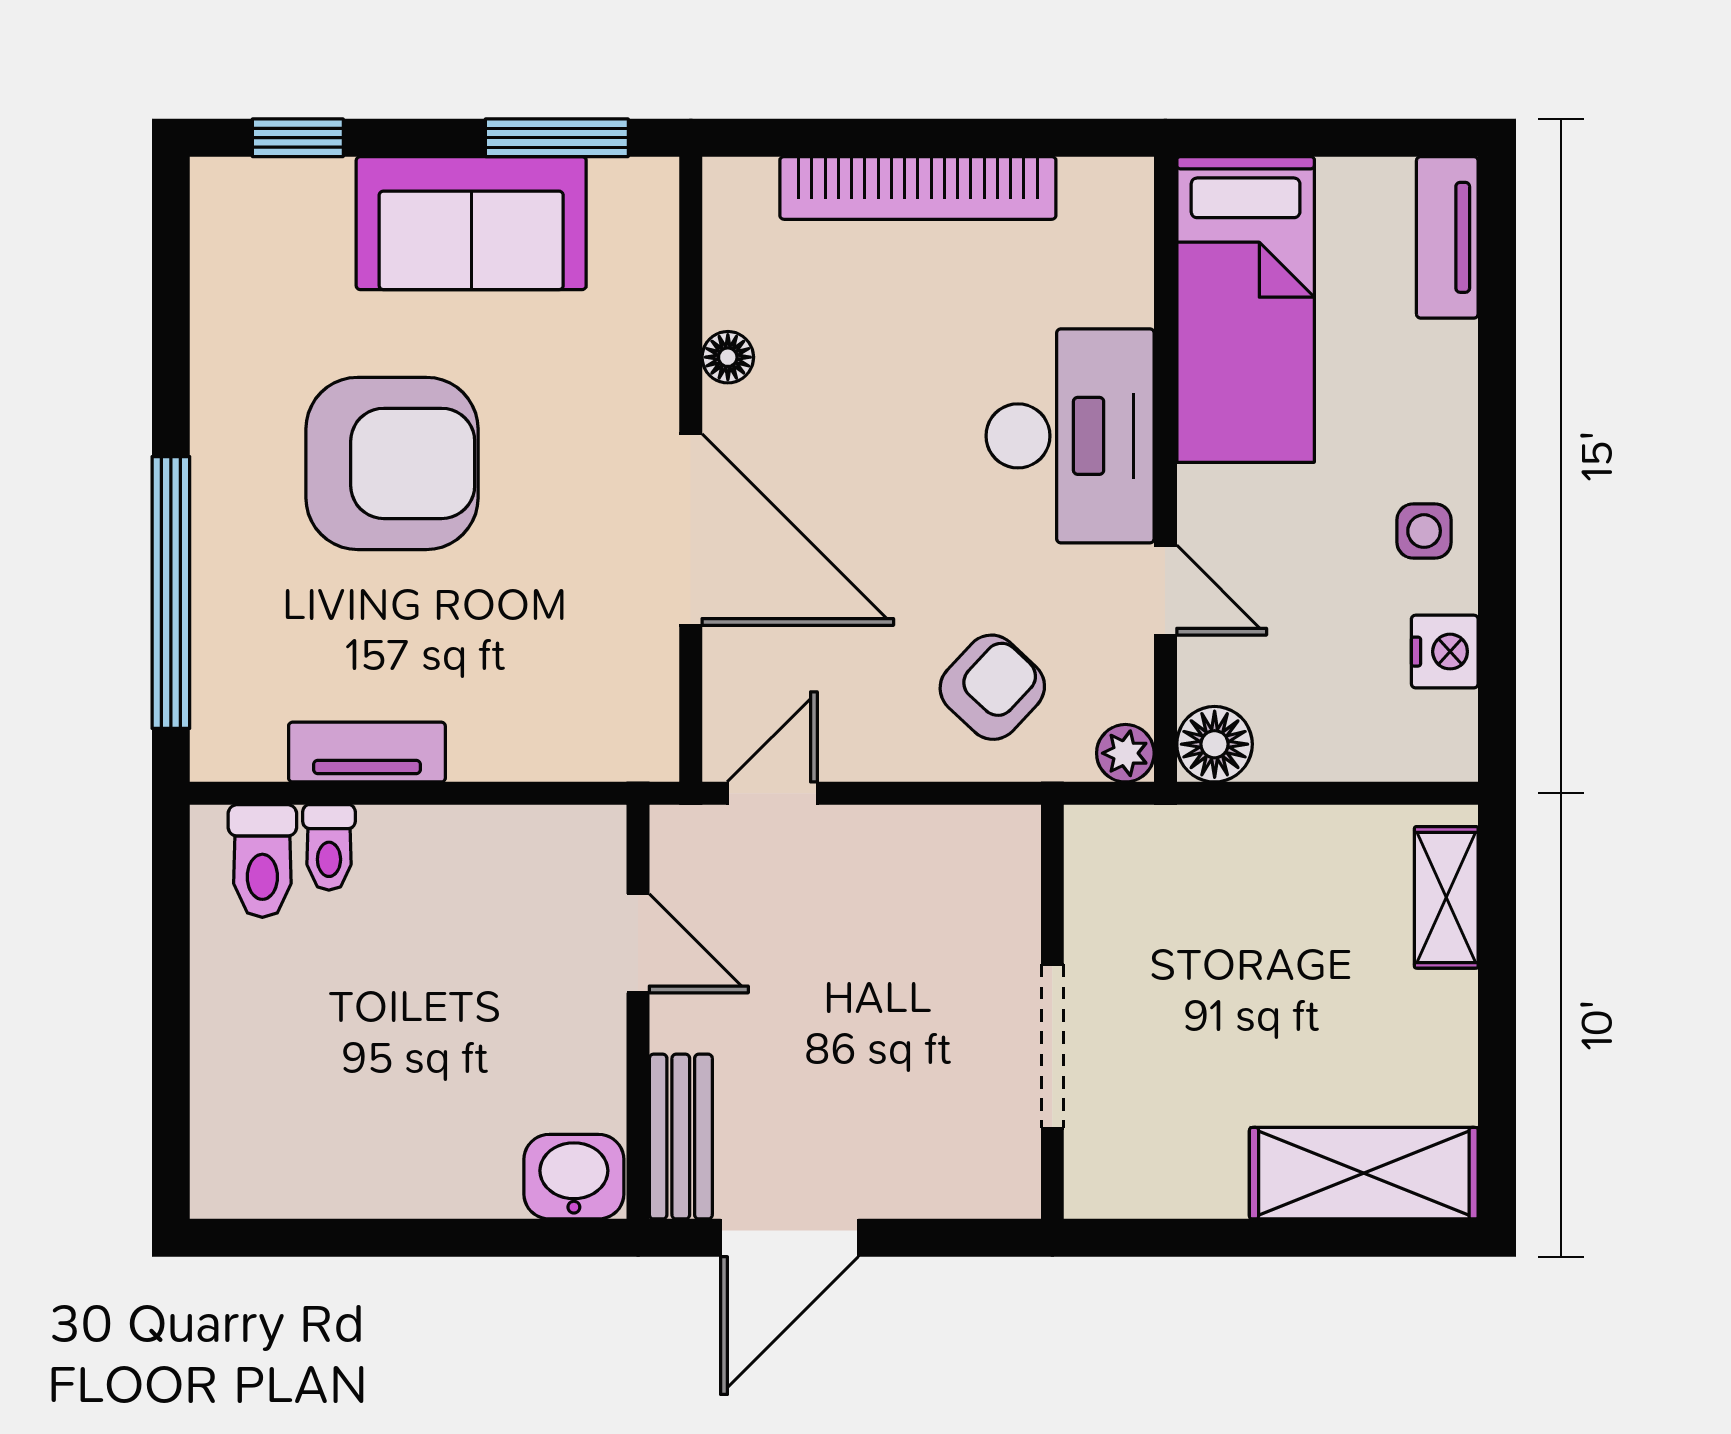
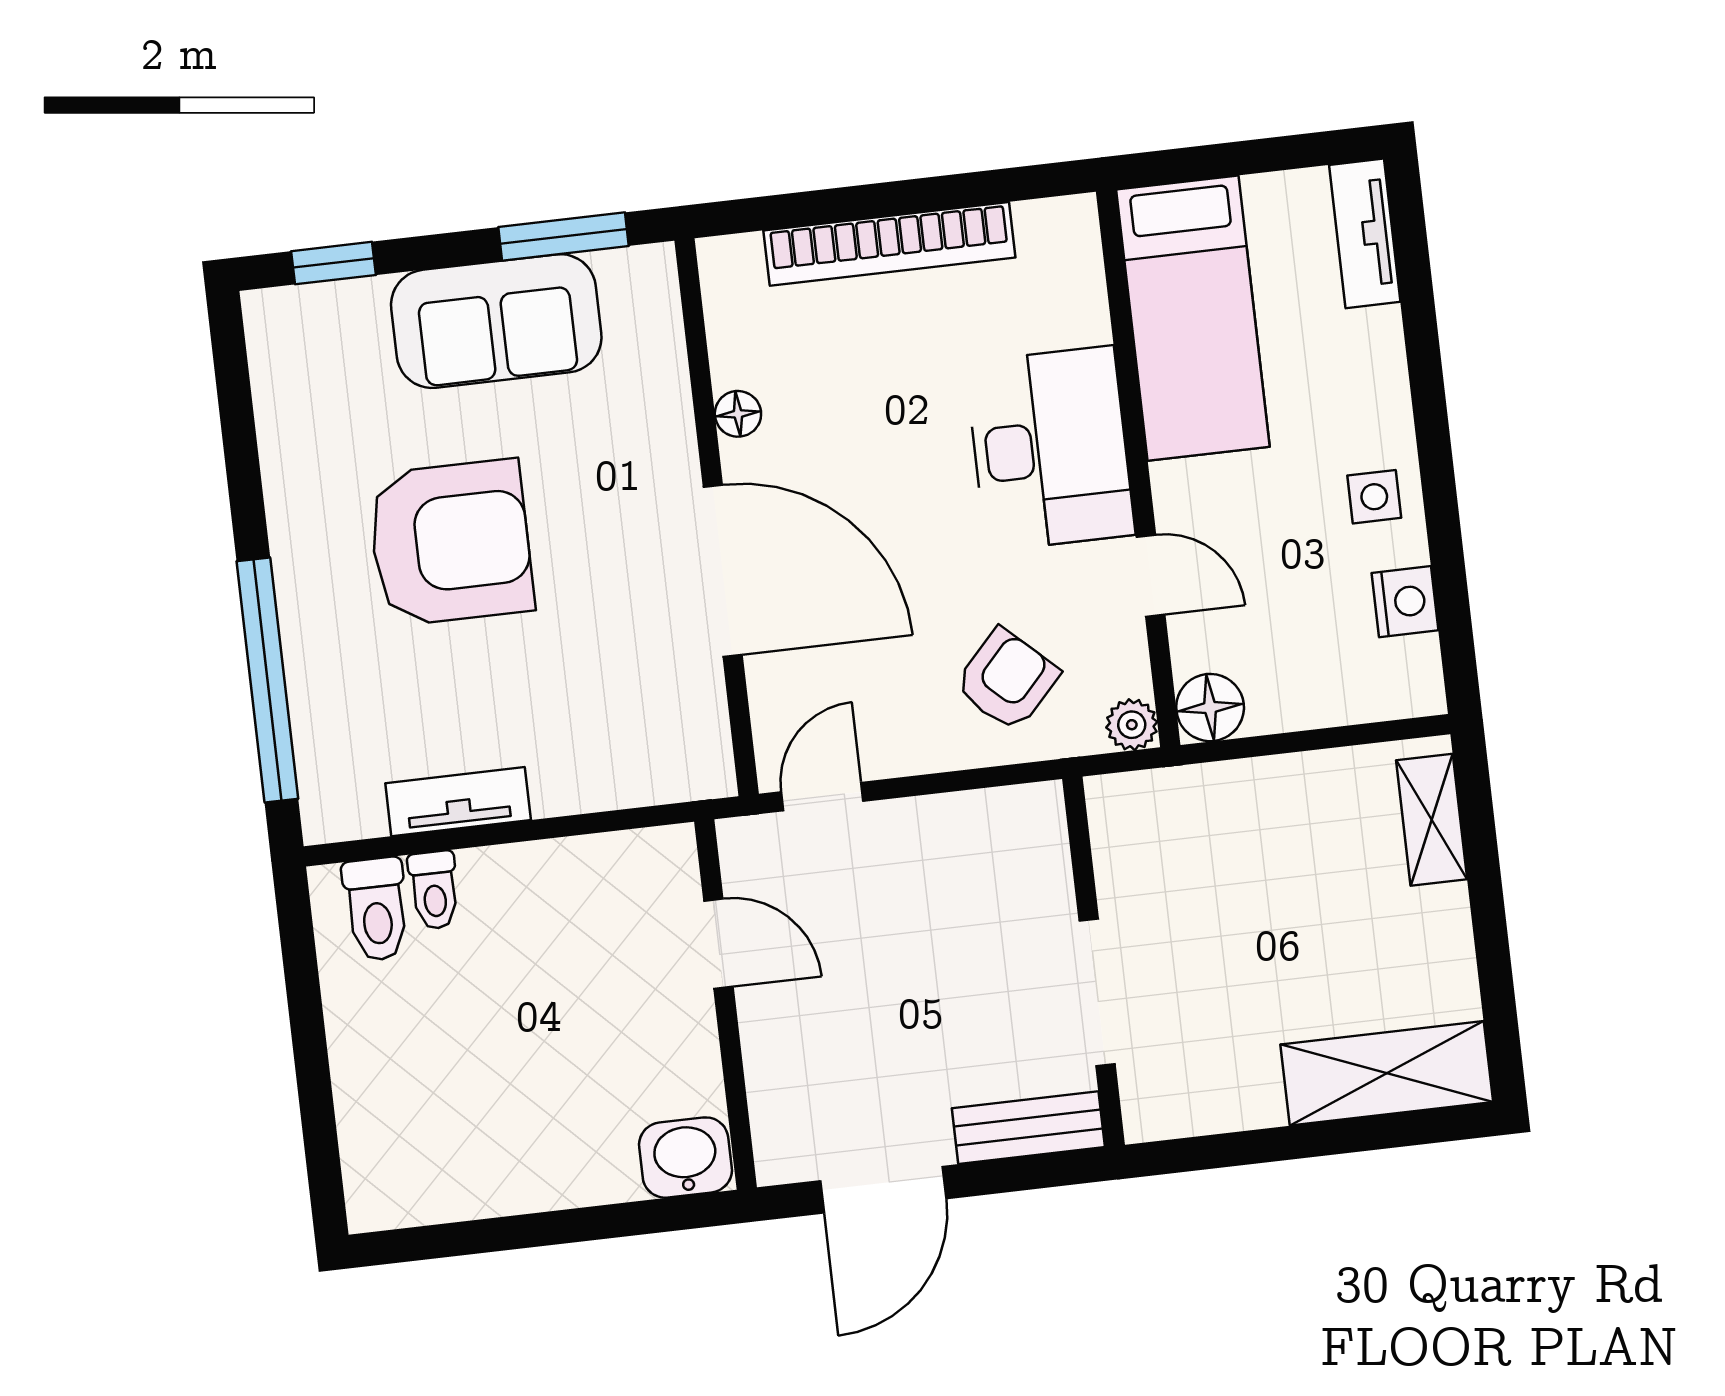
bench: (681, 1137) -> (1028, 1128), moved, turned 90

